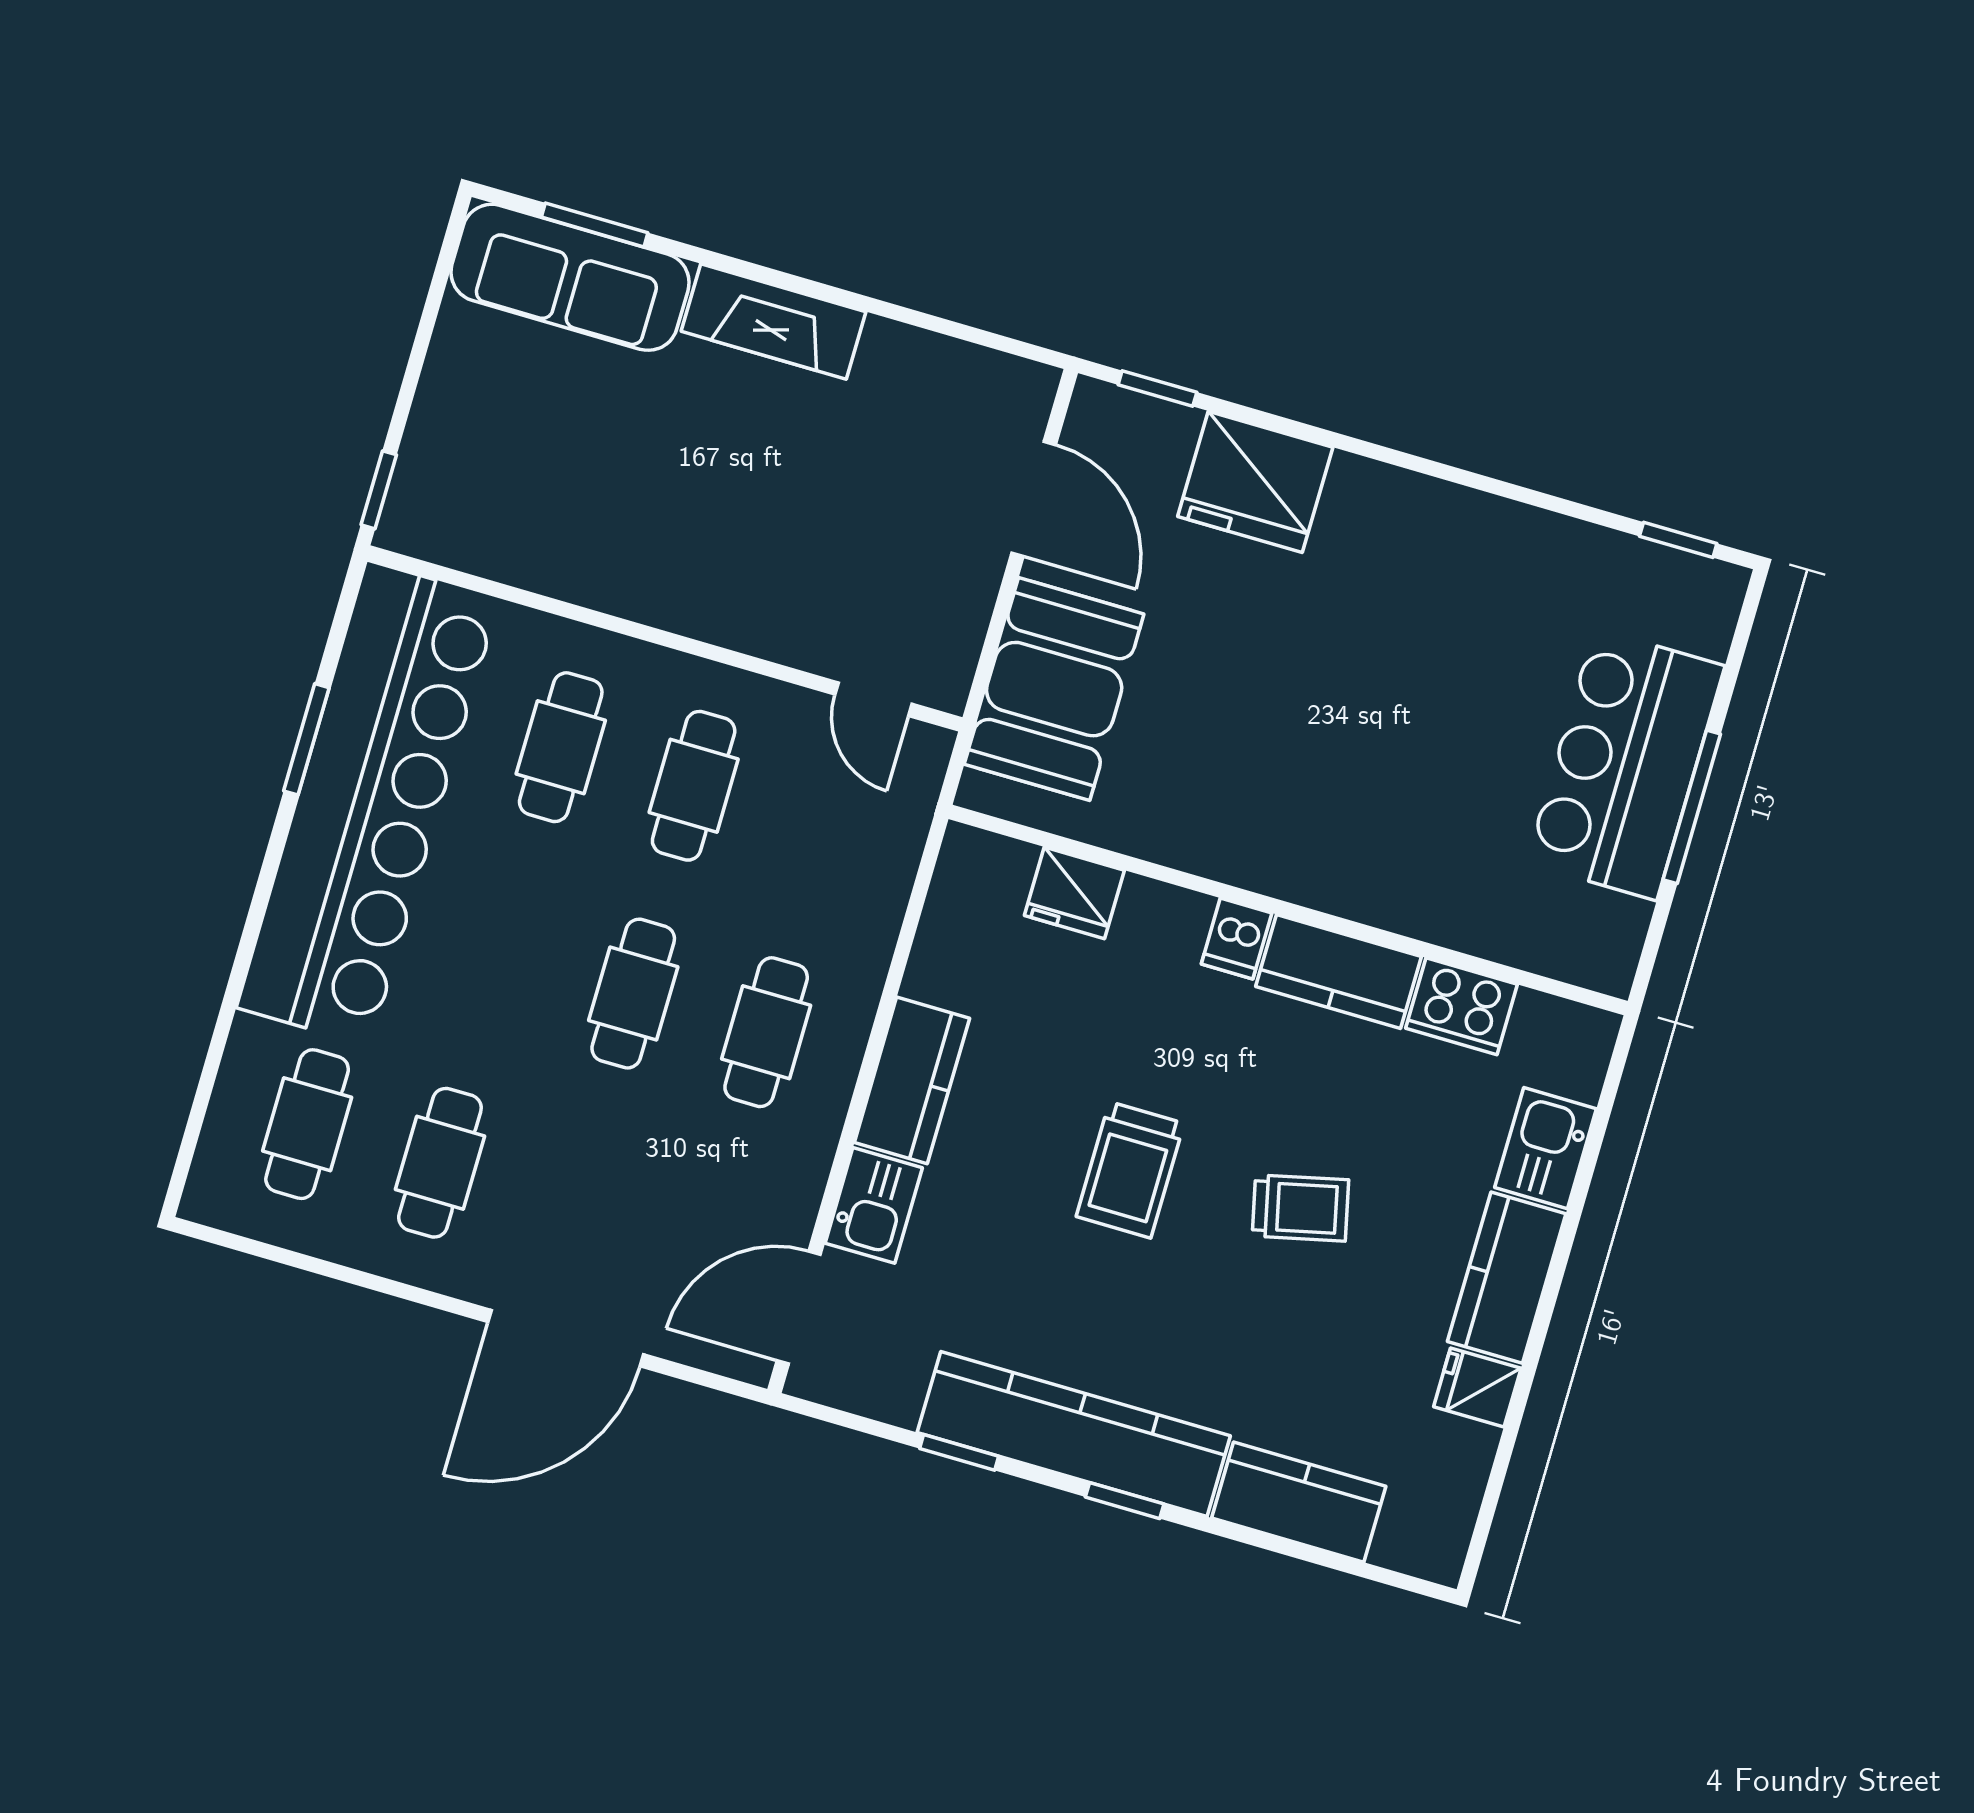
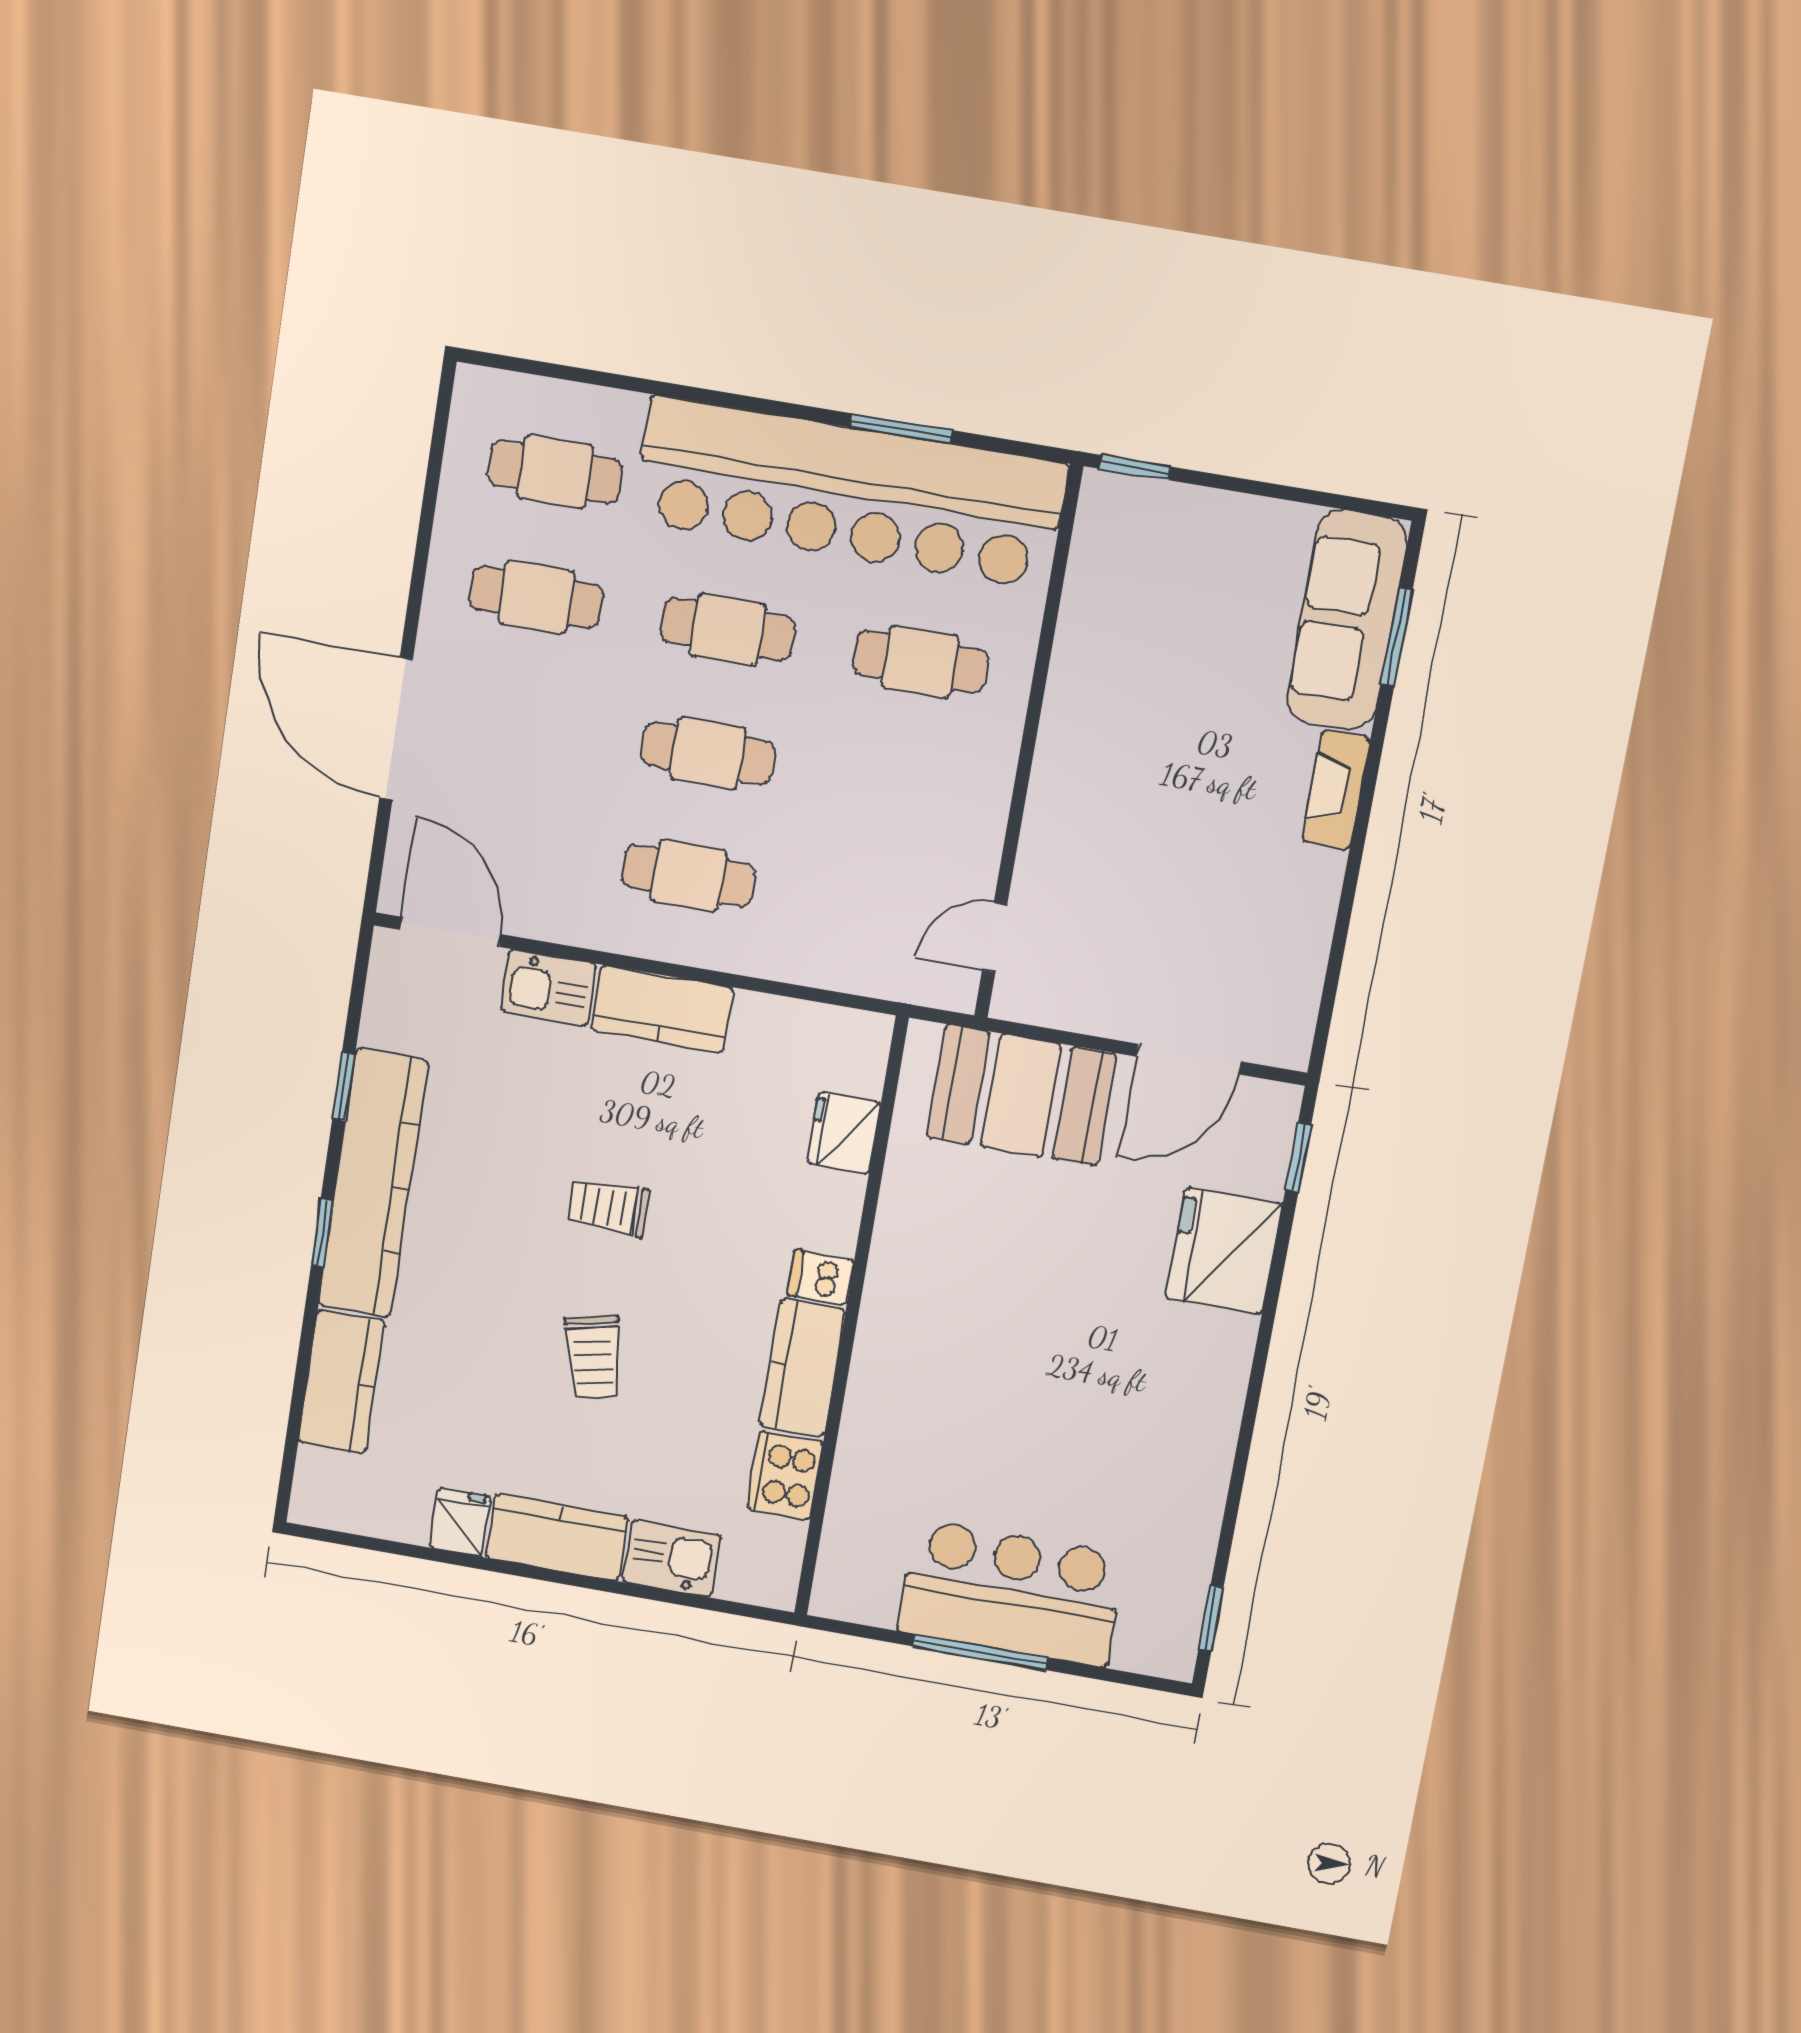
fireplace: (773, 321) -> (1336, 790), width x0.73, depth x0.76
cafe table: (694, 786) -> (728, 629), moved
trolley: (1130, 1170) -> (608, 1207), width x0.73, depth x0.72

